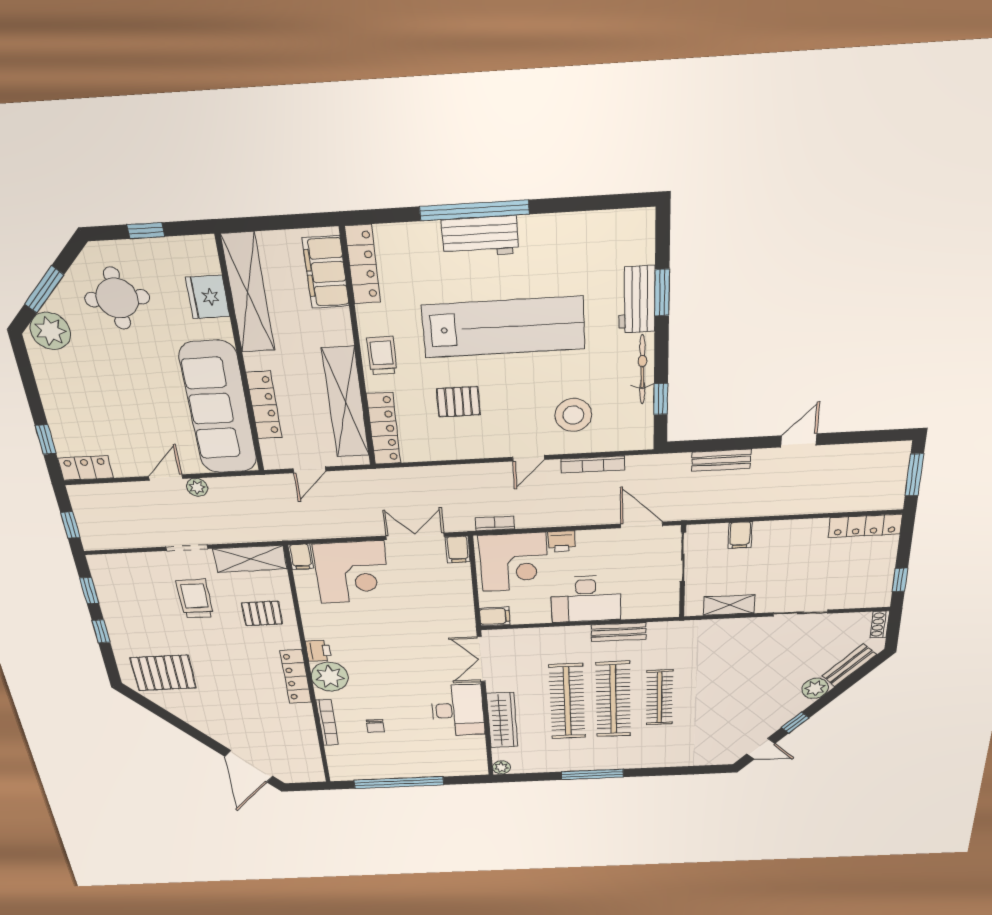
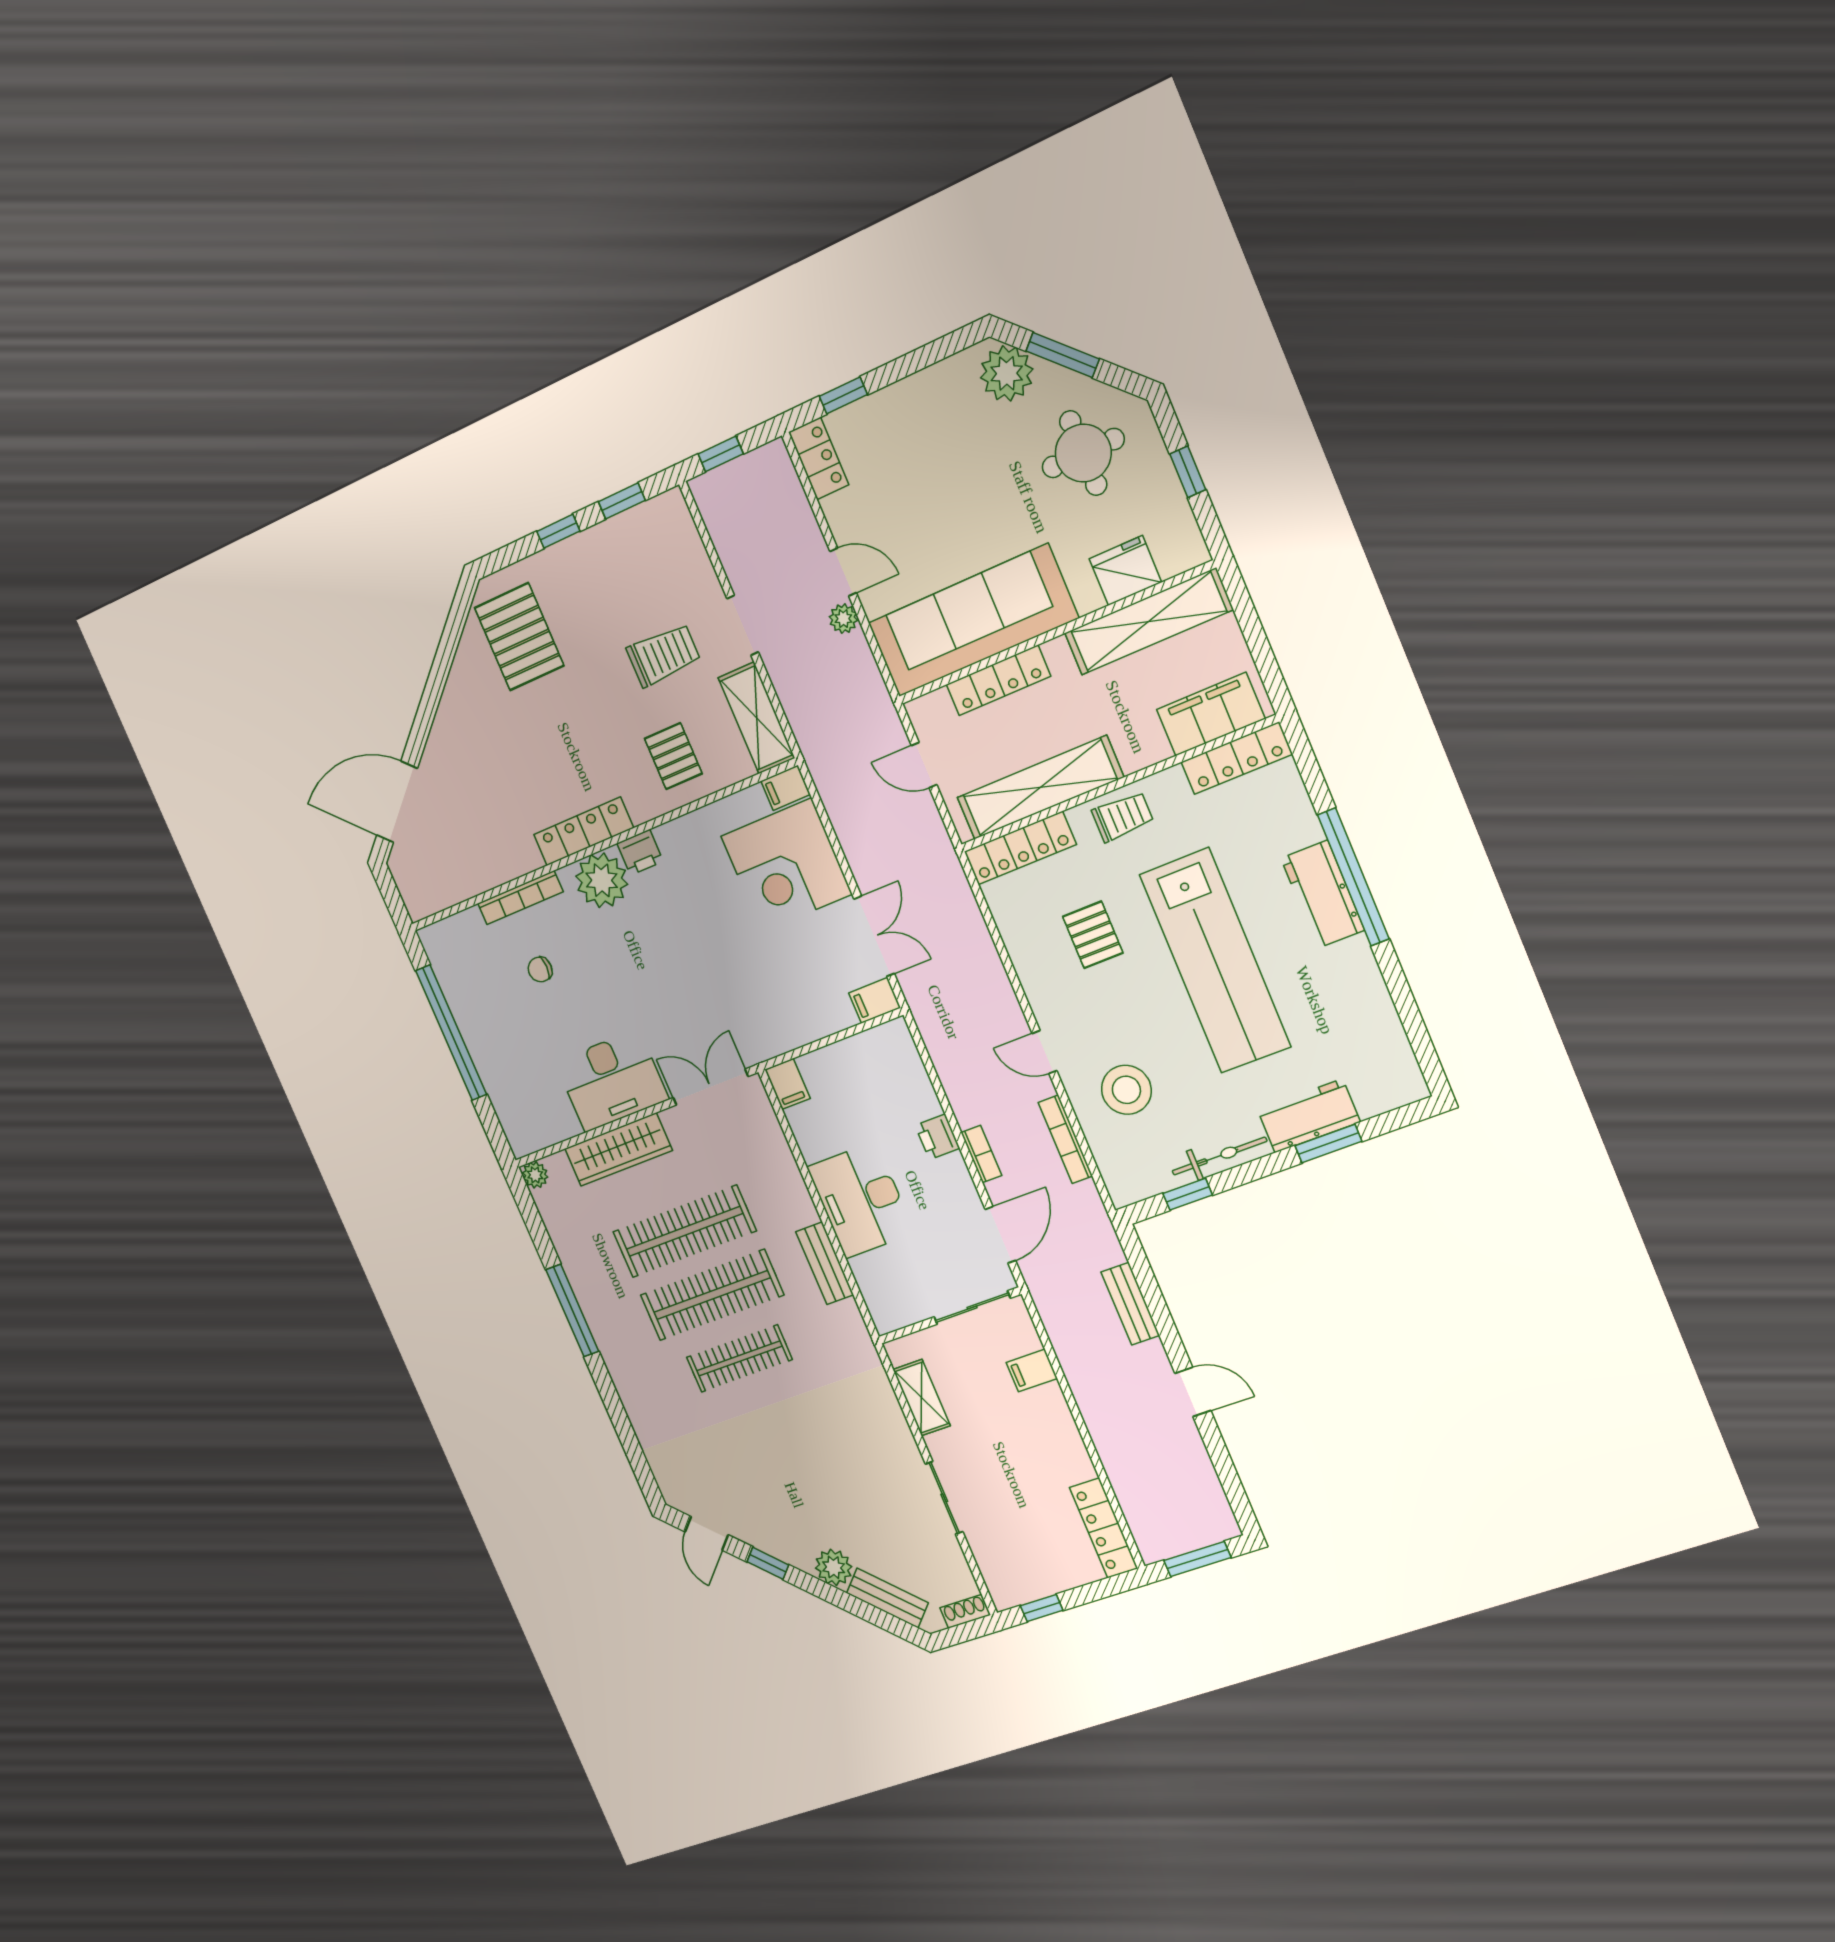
bookcase: (495, 523) -> (981, 1154), moved
corner desk: (514, 562) -> (882, 1083), removed

